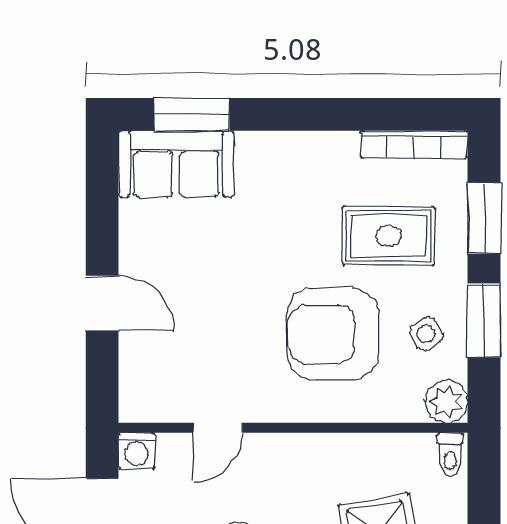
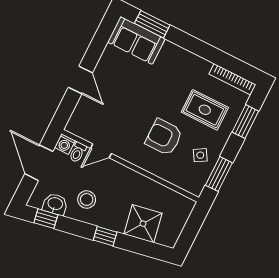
window: (484, 320) -> (219, 174), moved
armchair: (333, 334) -> (164, 137), width x0.73, depth x0.73
plant: (446, 402) -> (195, 185), removed
toilet: (450, 454) -> (78, 152), moved

